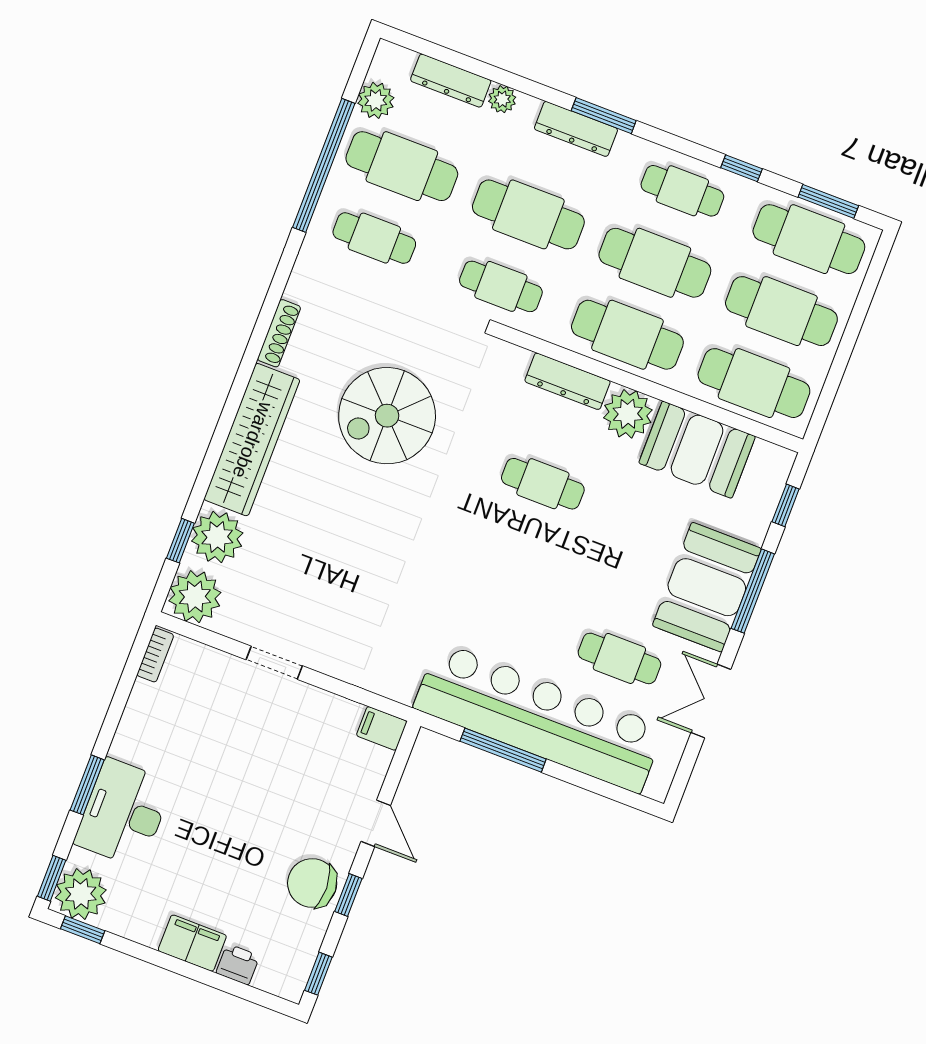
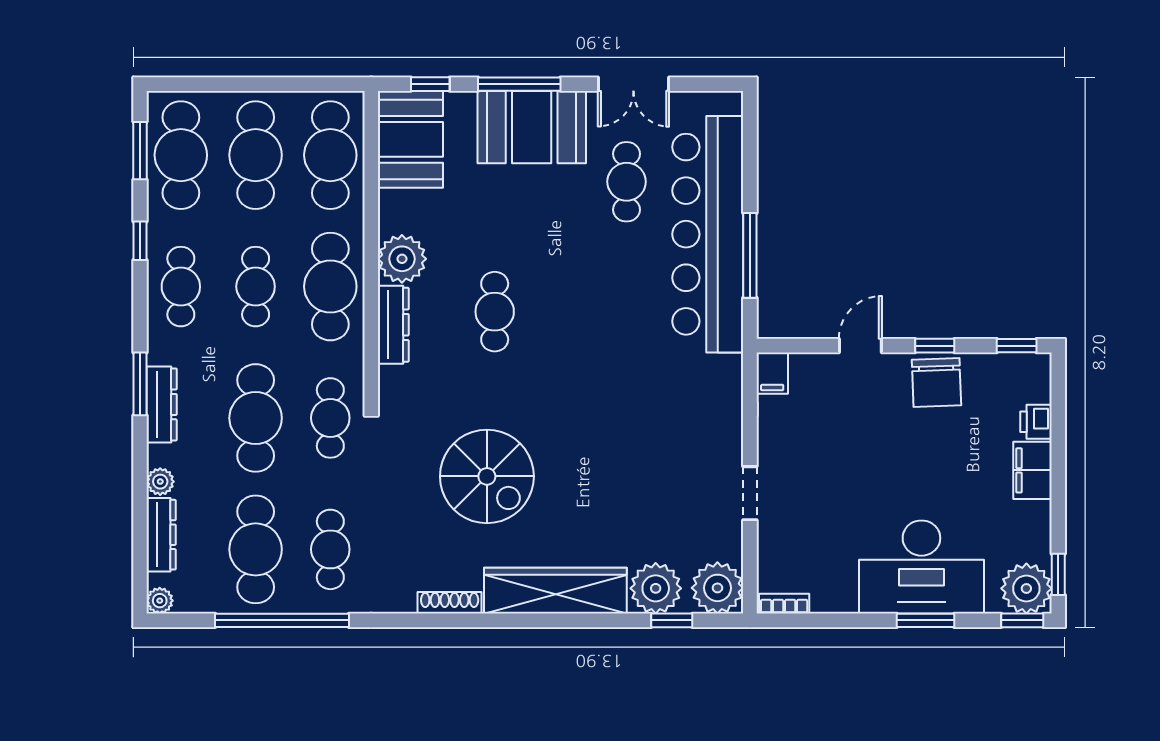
plant: (376, 100) -> (160, 601), moved, width x0.73, depth x0.73
cafe table: (655, 263) -> (256, 287), width x0.73, depth x0.74
booth: (697, 450) -> (410, 139), moved
desk: (124, 813) -> (921, 567), width x1.36, depth x1.30

